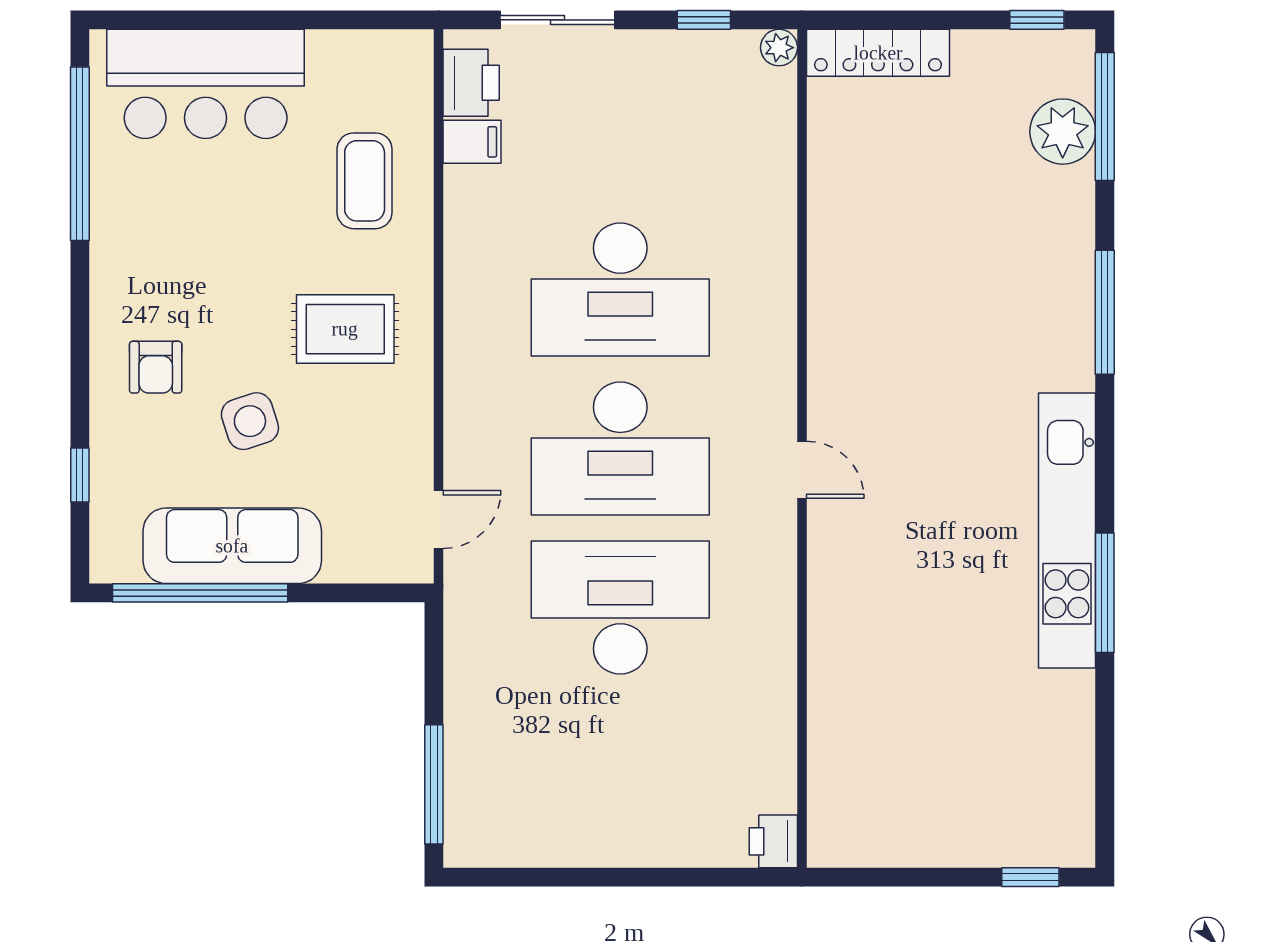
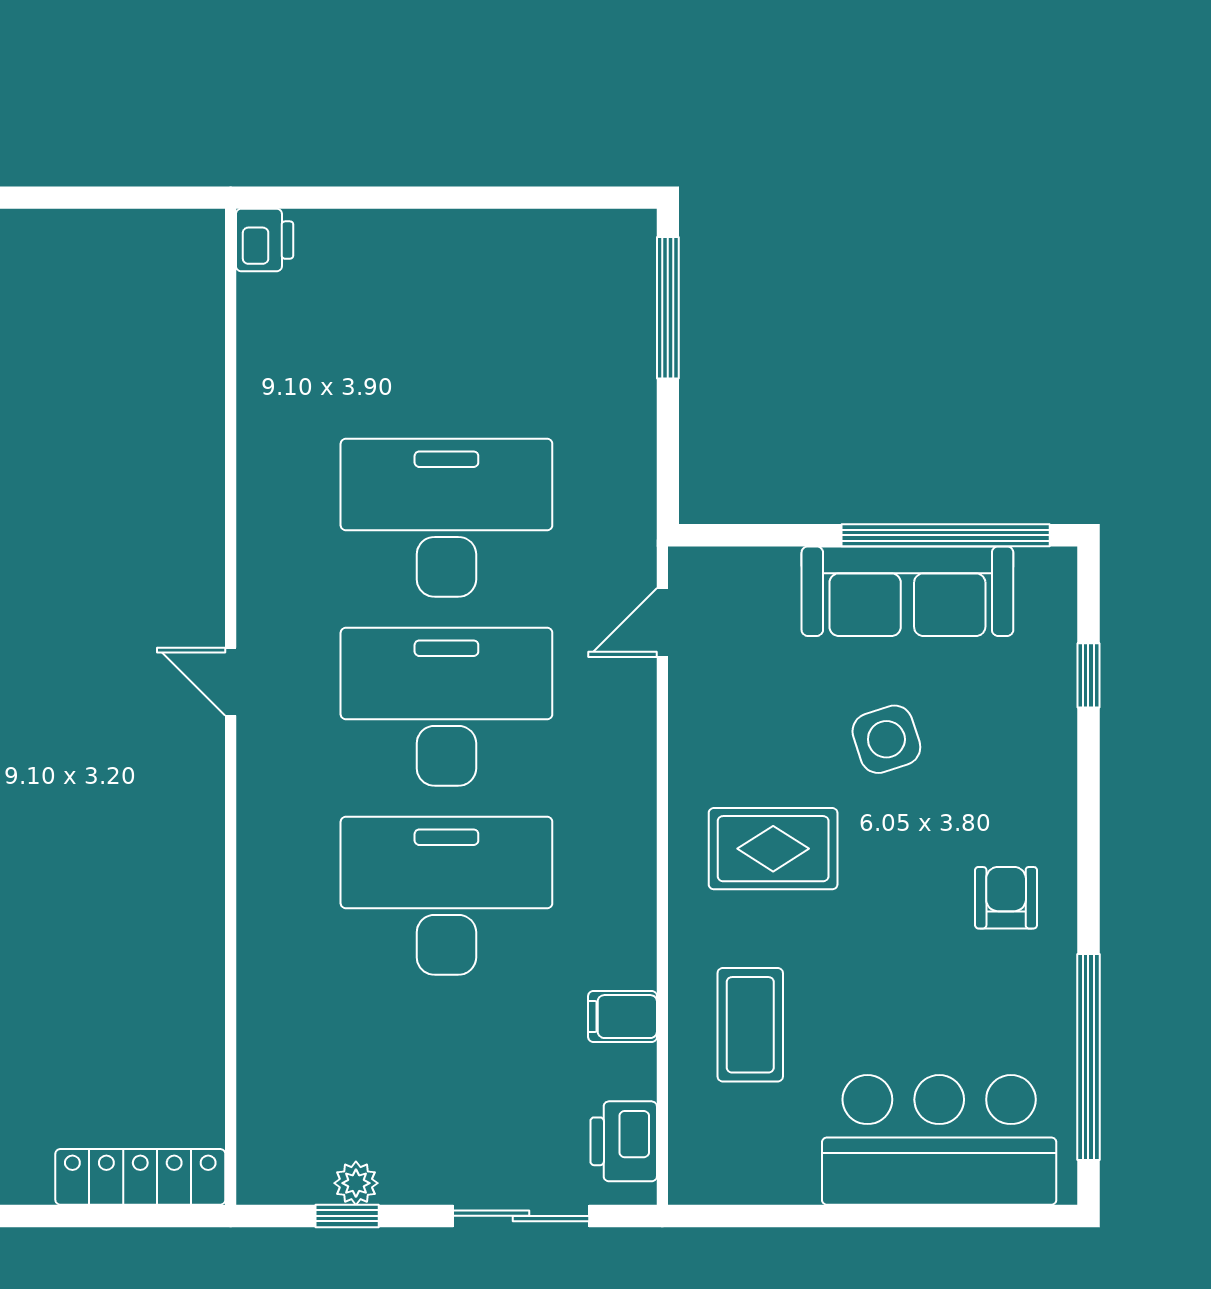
plant: (779, 48) -> (356, 1183), moved
filing cabinet: (472, 142) -> (623, 1017), moved
armchair: (156, 367) -> (1006, 898), moved
desk: (620, 608) -> (446, 518), turned 180

